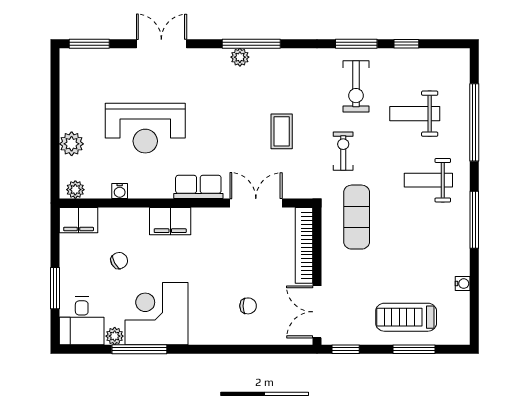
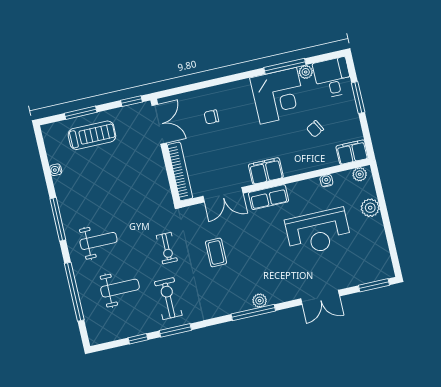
reception desk: (145, 128) -> (318, 232), turned 180
exercise mat: (357, 217) -> (146, 201), removed
filing cabinet: (170, 221) -> (266, 171), moved

